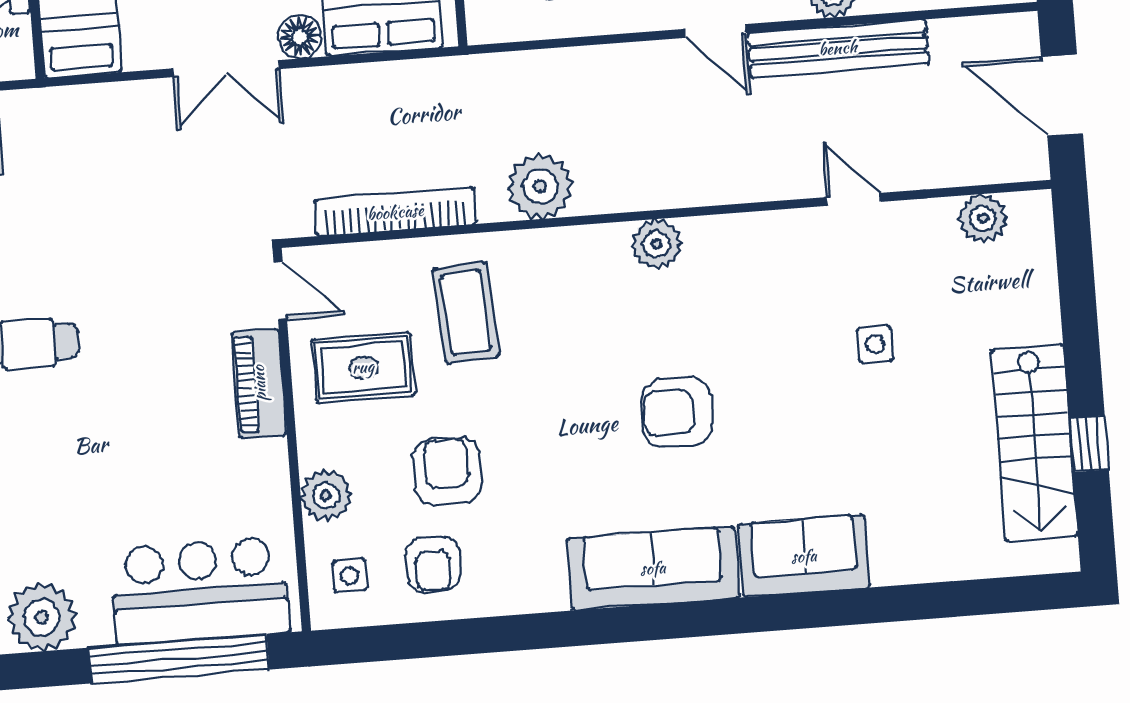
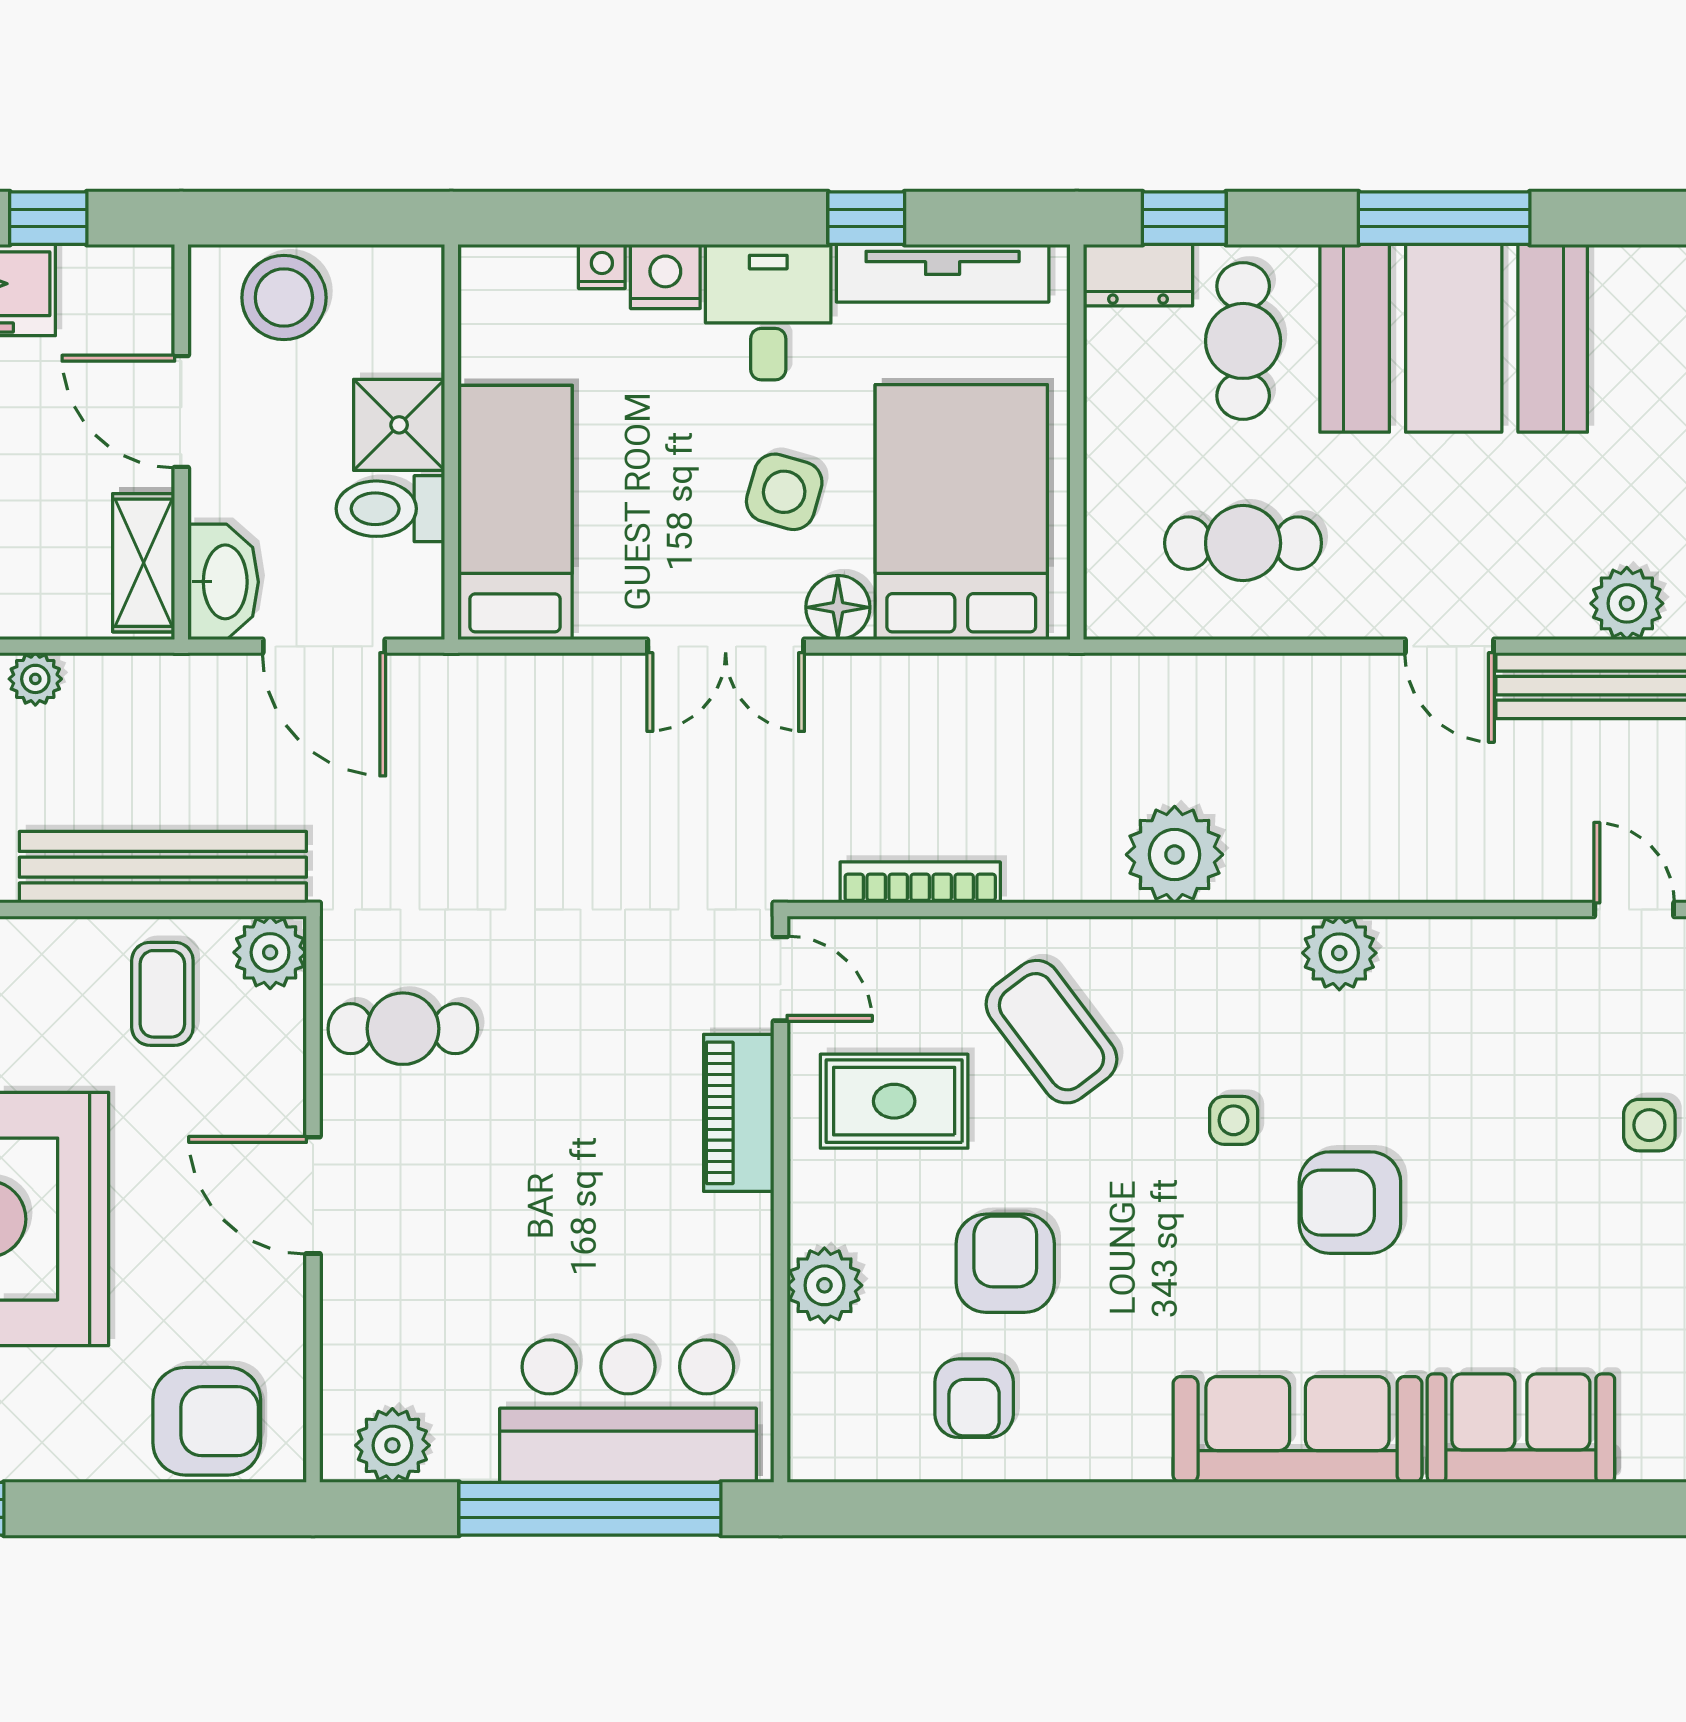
bookcase: (395, 212) -> (920, 882), width x0.68, depth x0.76
coffee table: (466, 312) -> (1051, 1032), turned -33
side table: (350, 576) -> (1234, 1120), moved
plant: (42, 617) -> (392, 1445), width x0.73, depth x0.73

